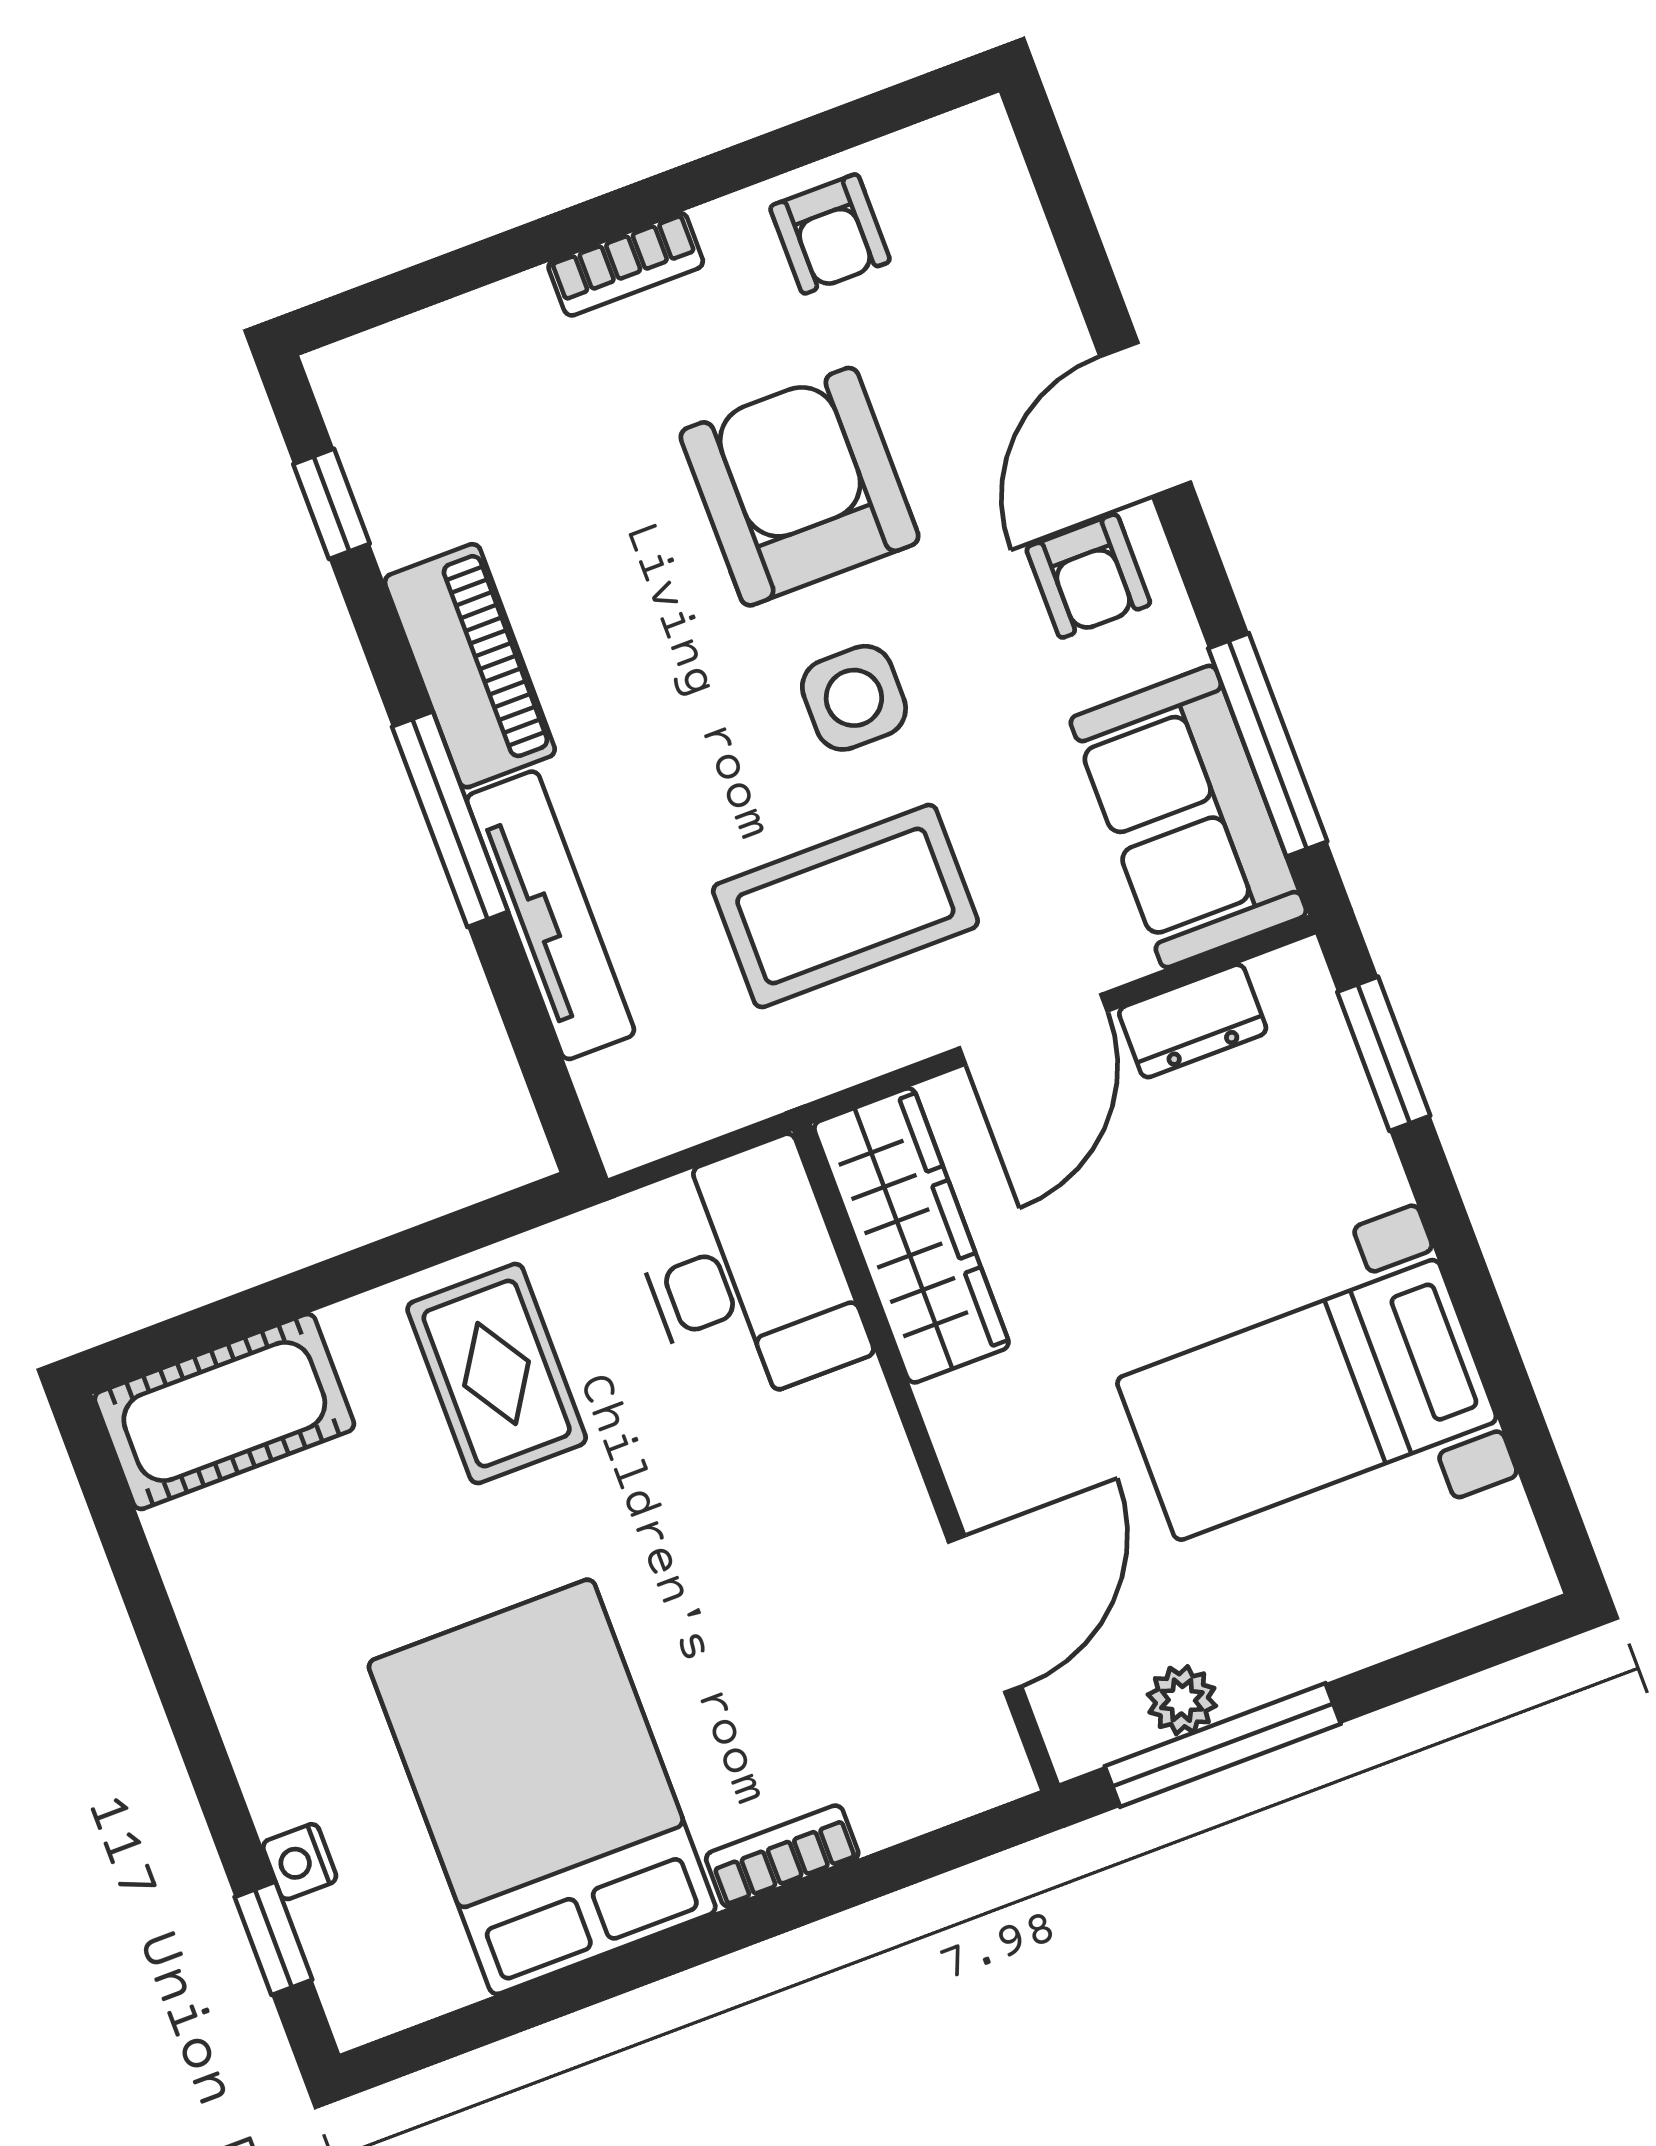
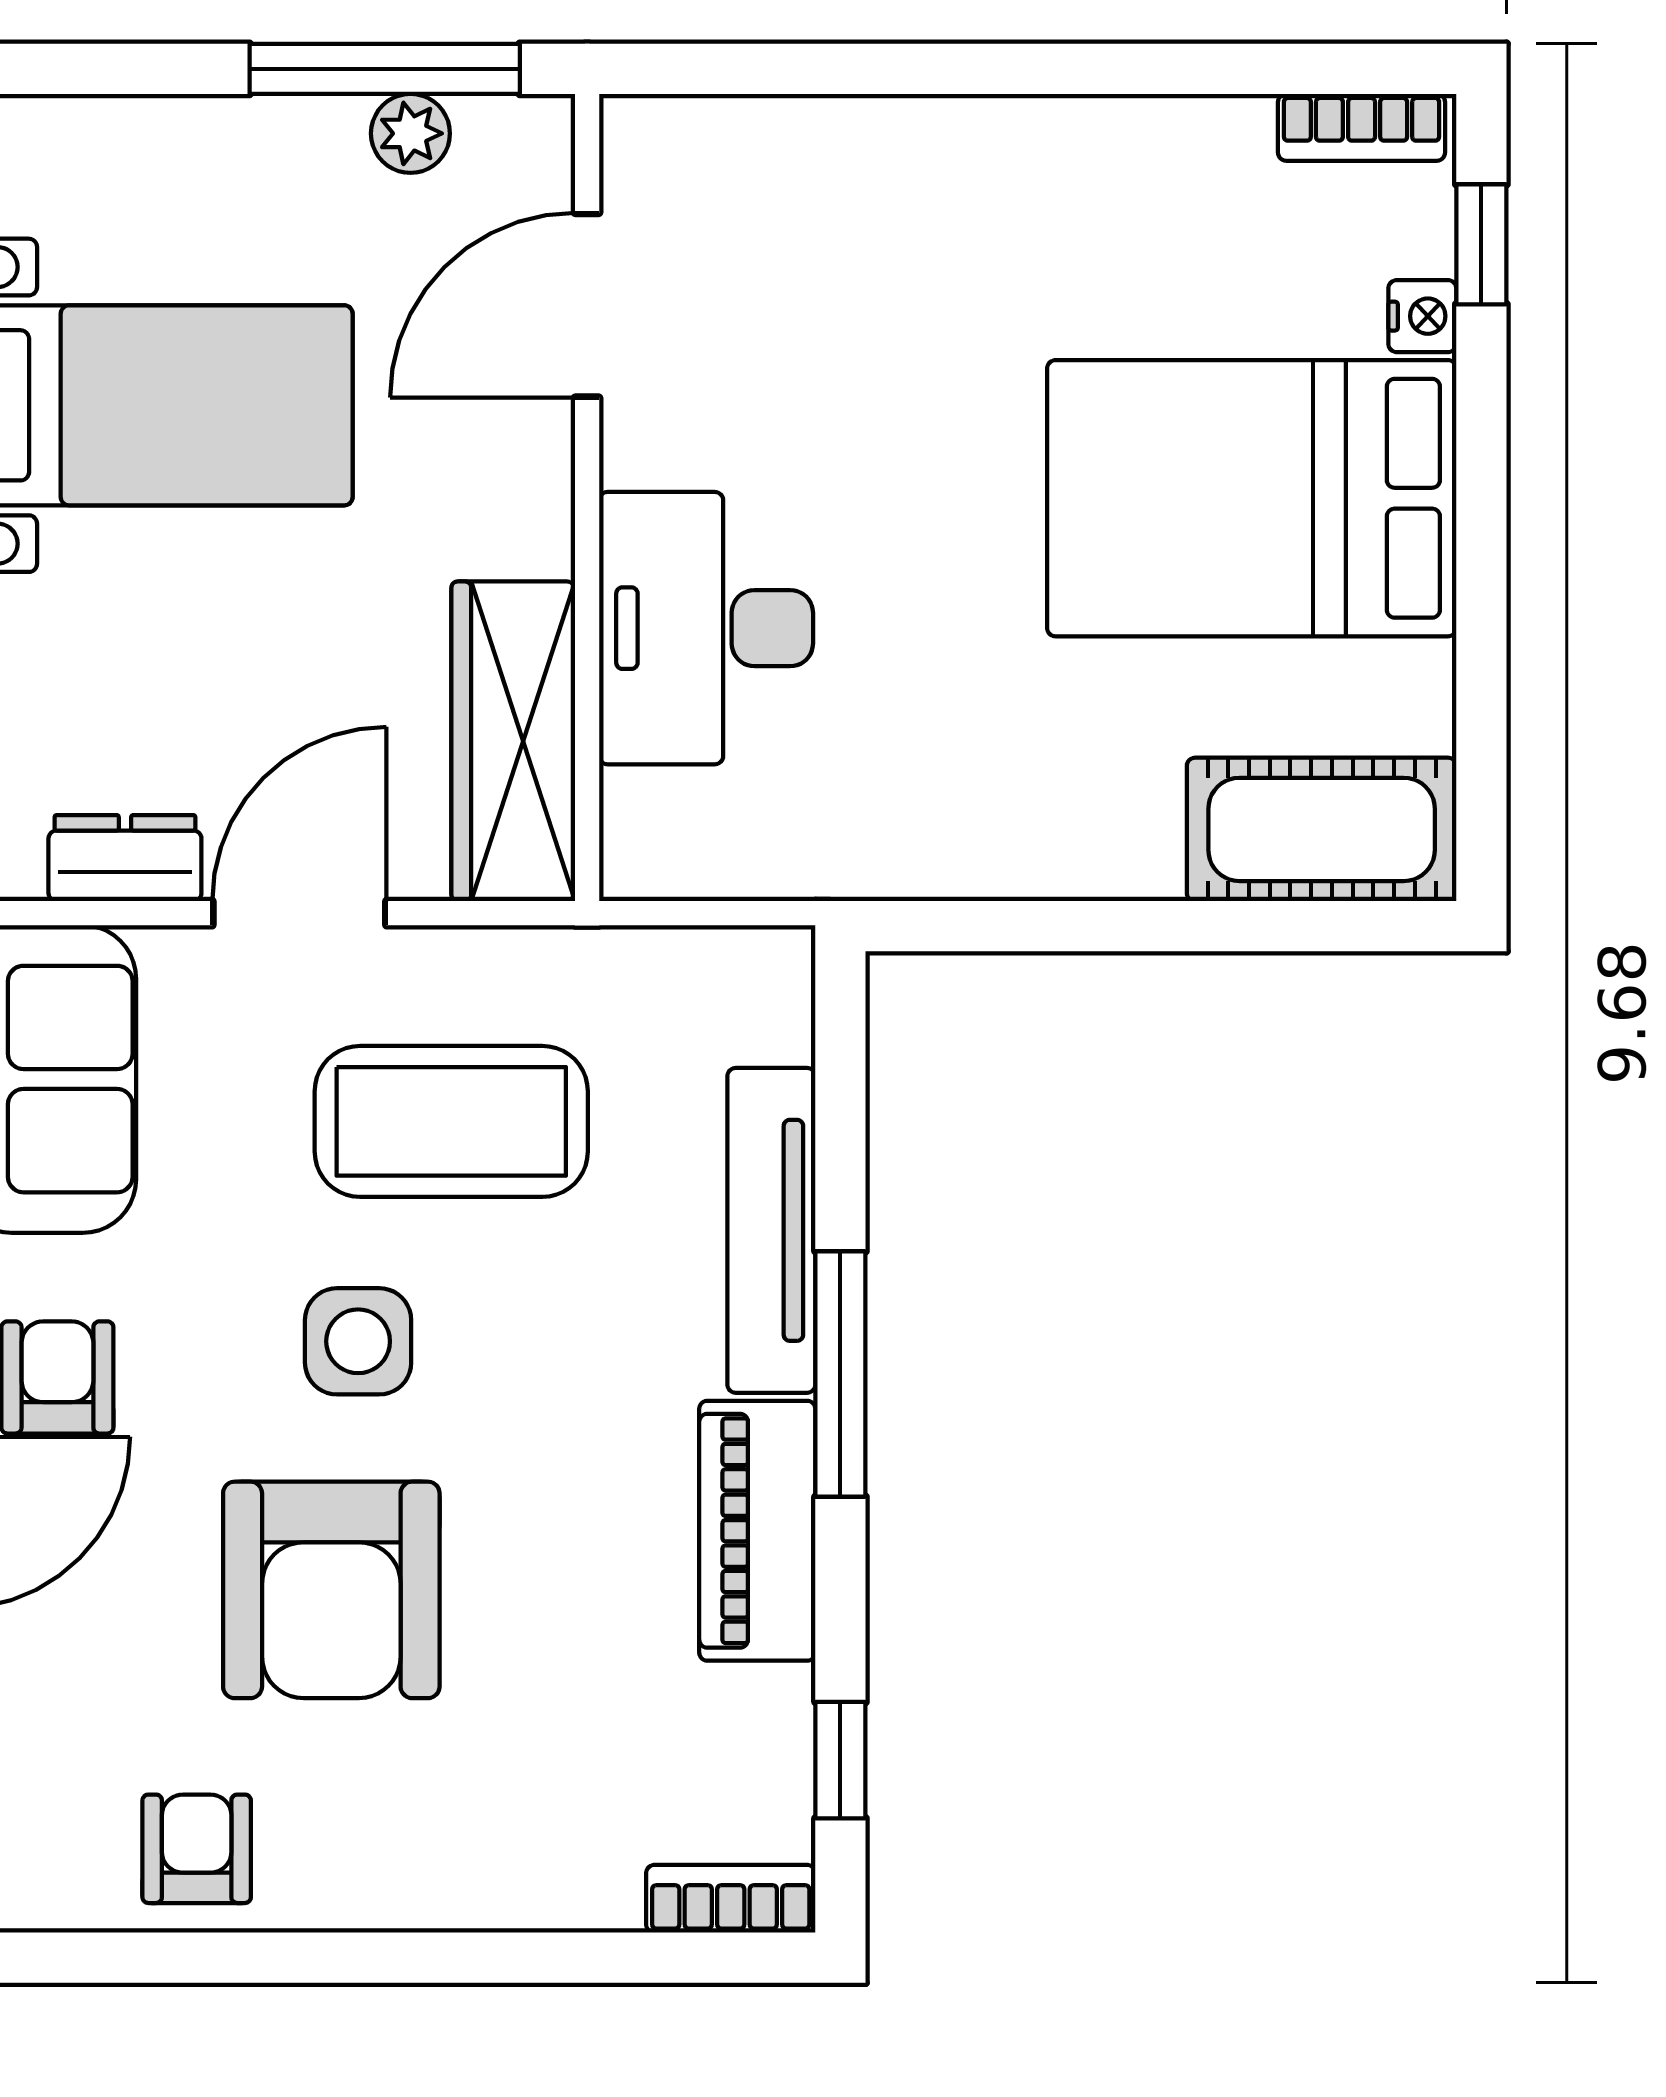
bookcase: (626, 264) -> (731, 1899), moved
desk: (747, 1275) -> (706, 628), moved
rug: (497, 1374) -> (1014, 760), removed
bed: (542, 1787) -> (1252, 498), moved, turned 90
bookcase: (782, 1856) -> (1362, 127), moved

